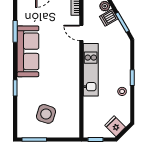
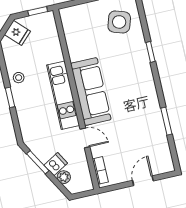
sofa: (28, 51) -> (91, 92), moved, turned 180
side table: (46, 114) -> (119, 22), moved

